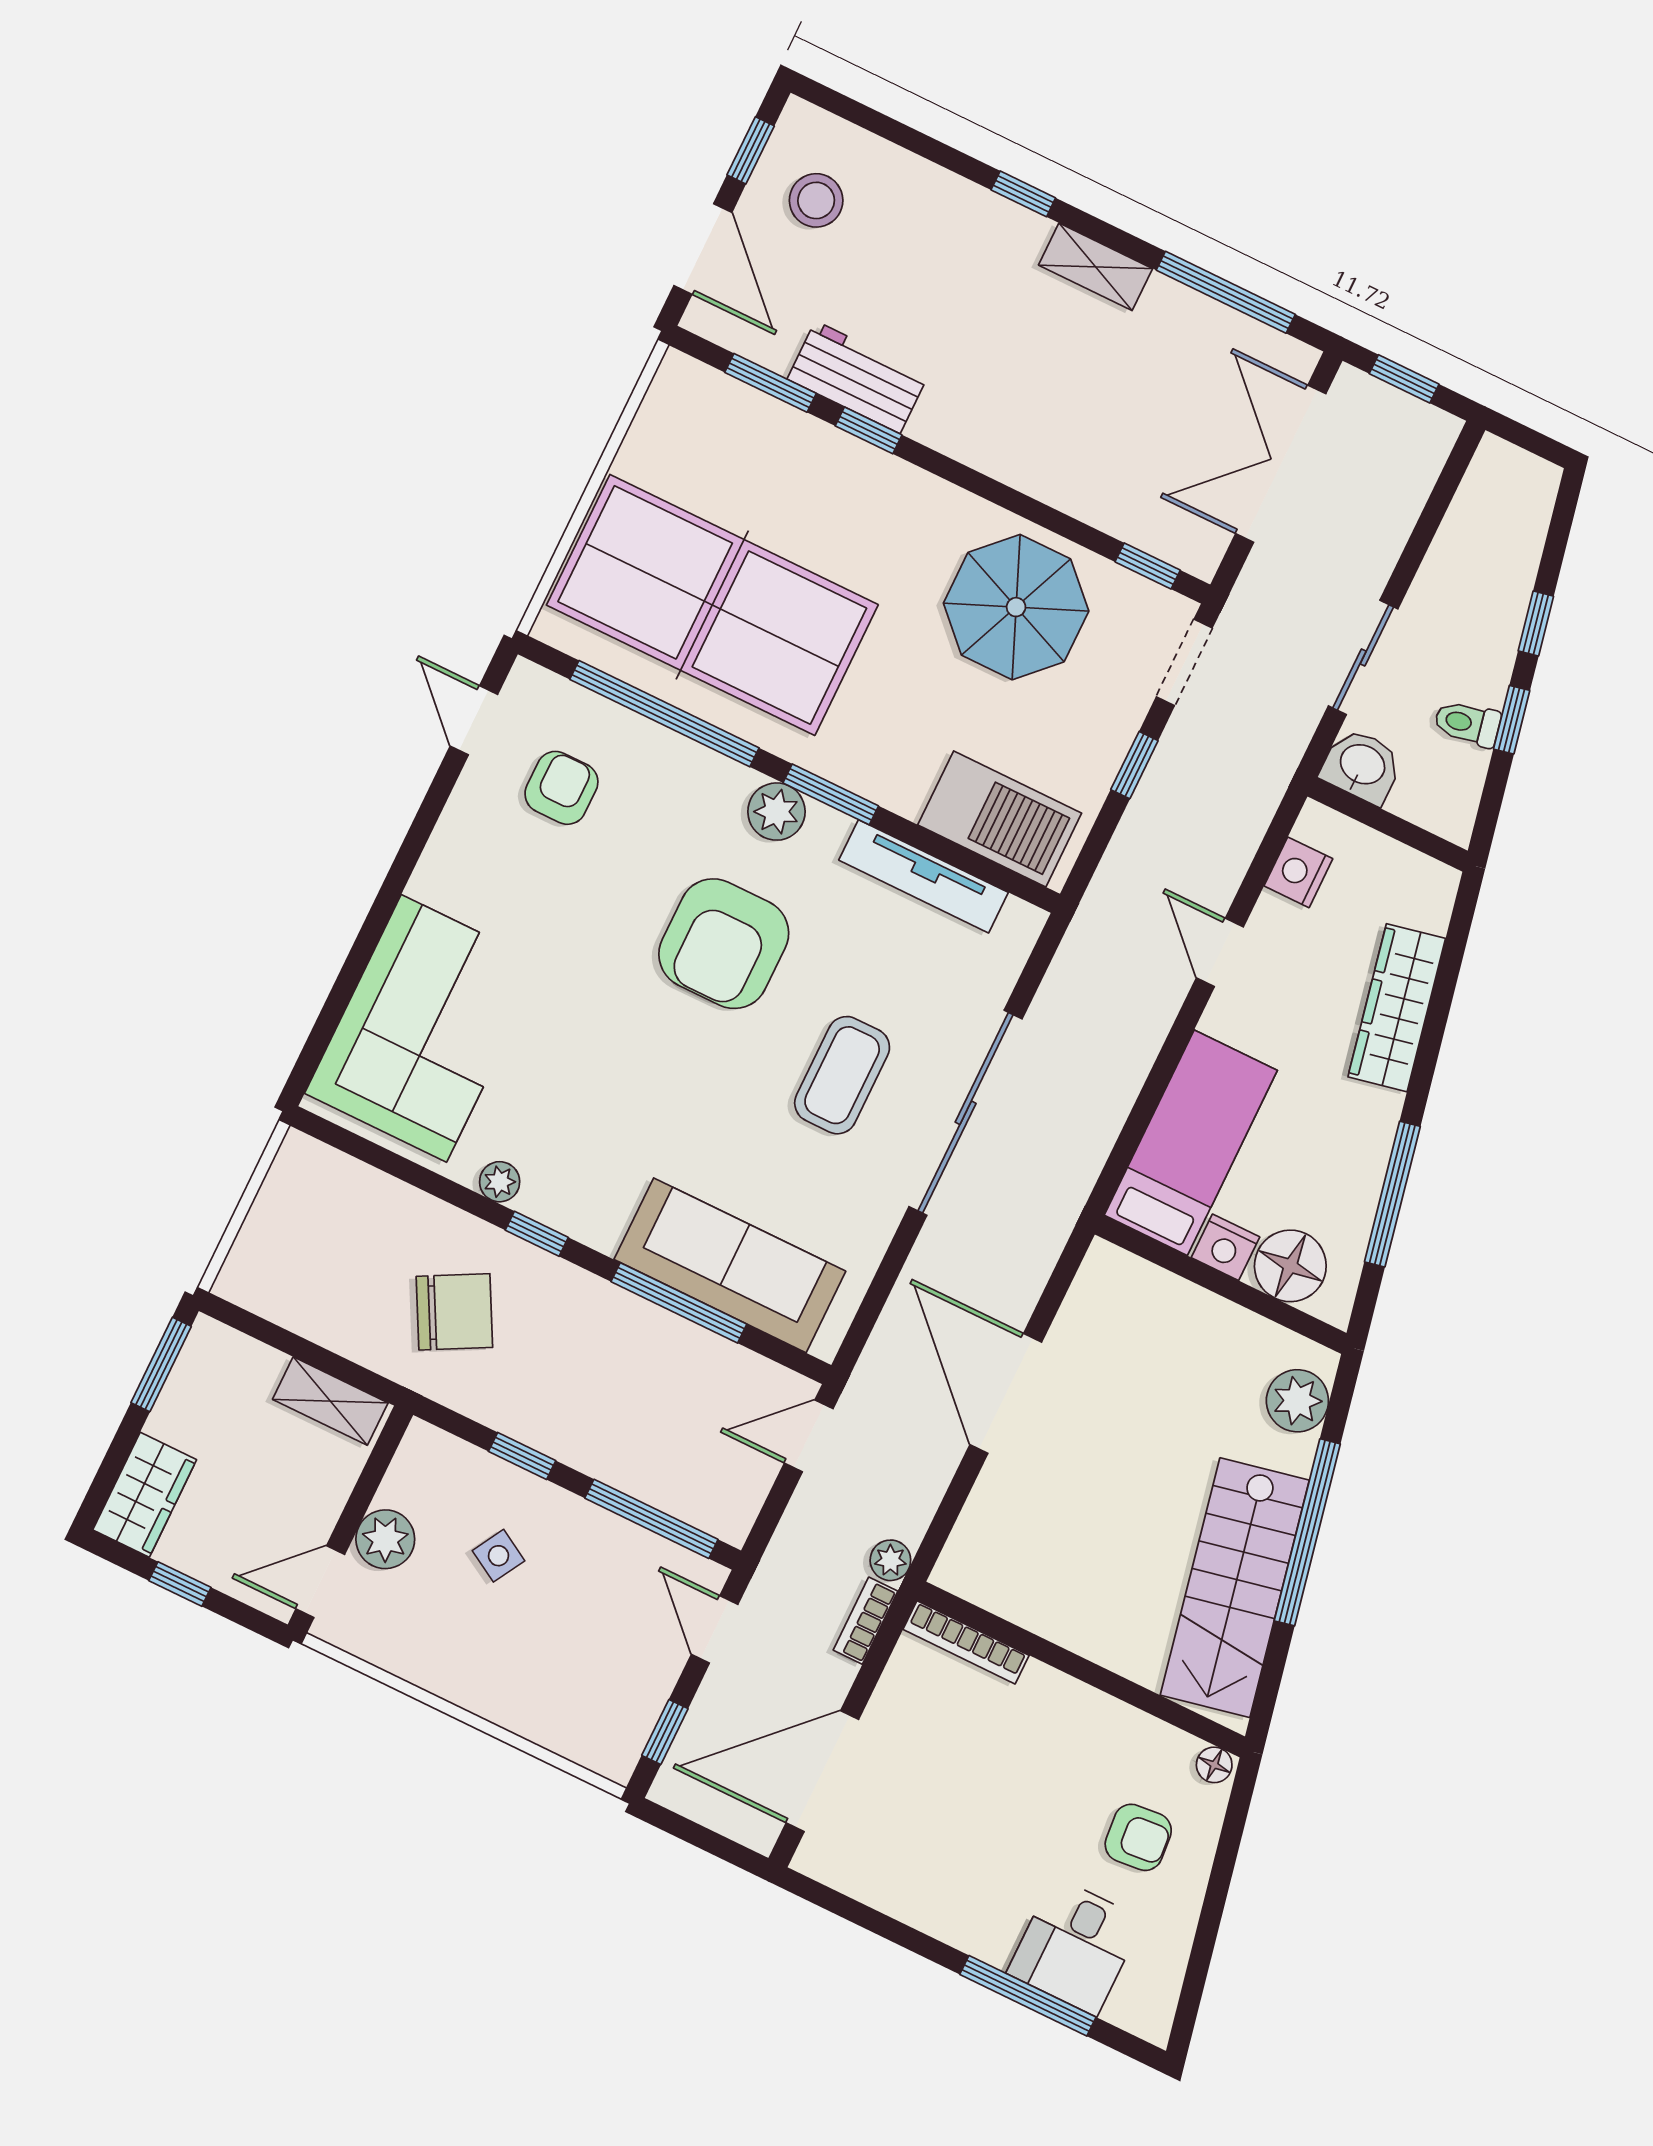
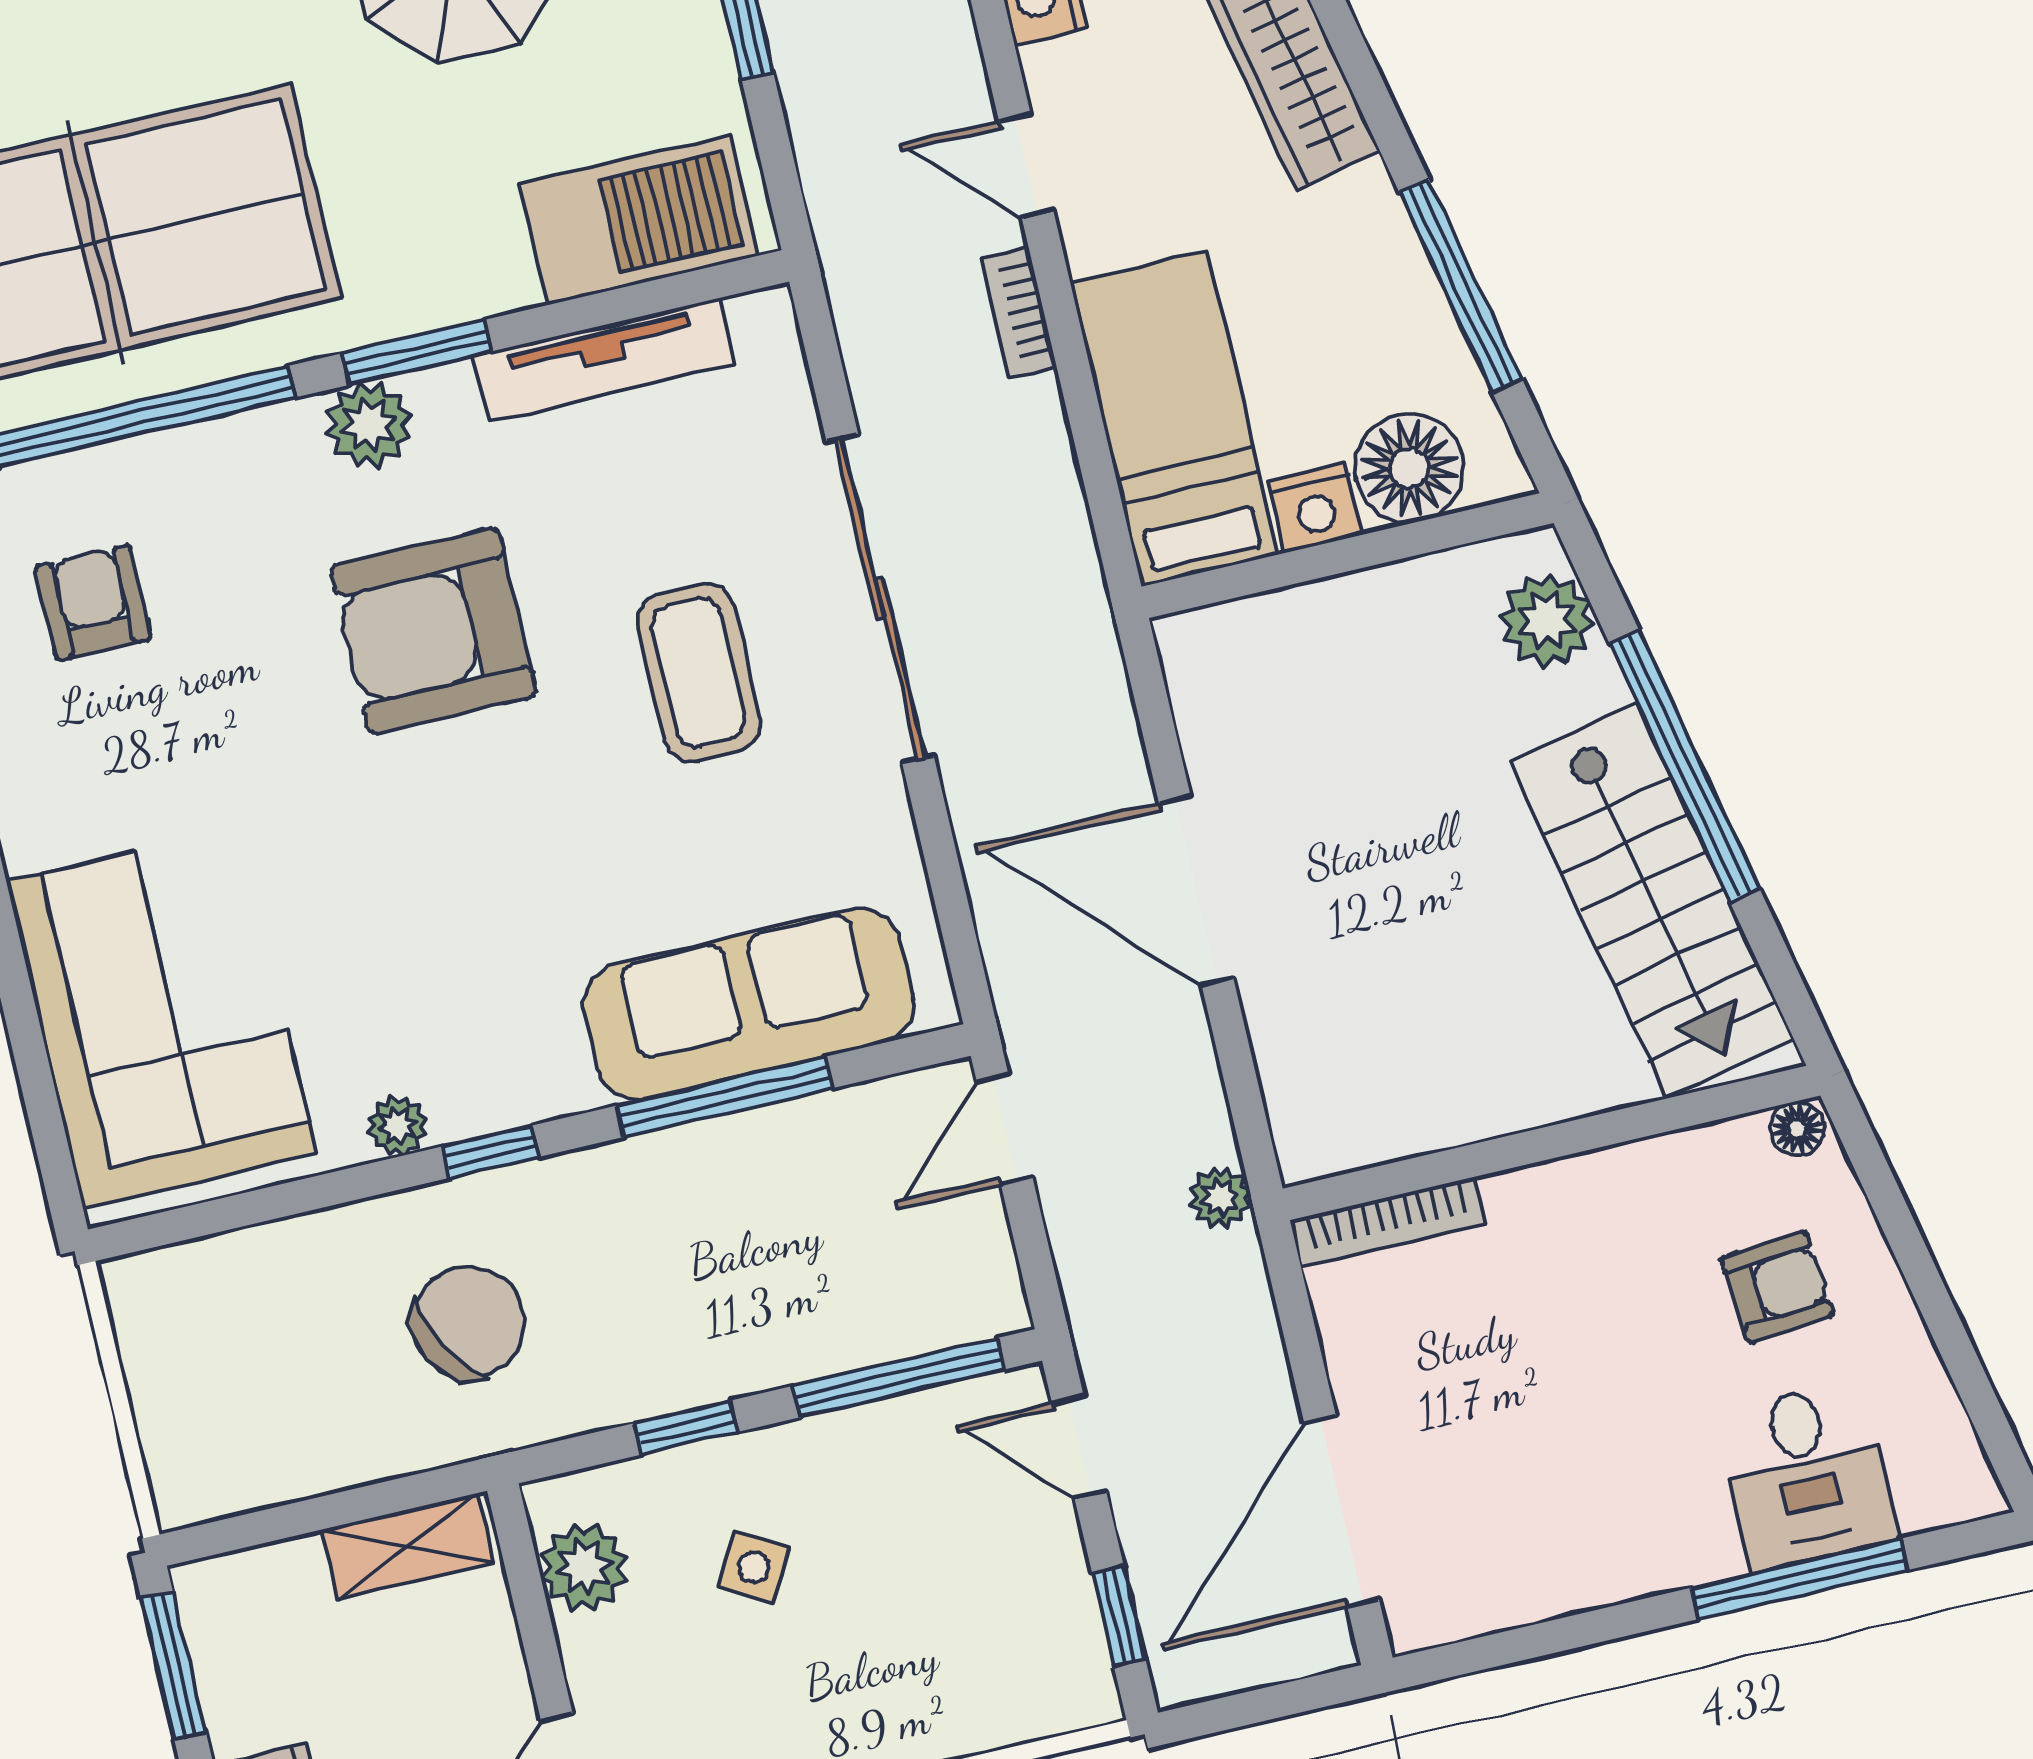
armchair: (724, 944) -> (433, 631), turned 90
plant: (385, 1539) -> (584, 1567), moved
bookcase: (866, 1621) -> (1018, 312), moved

